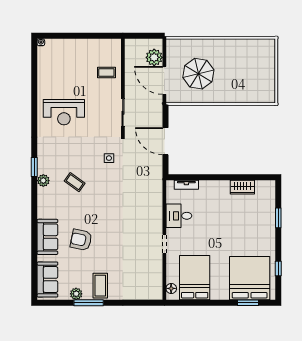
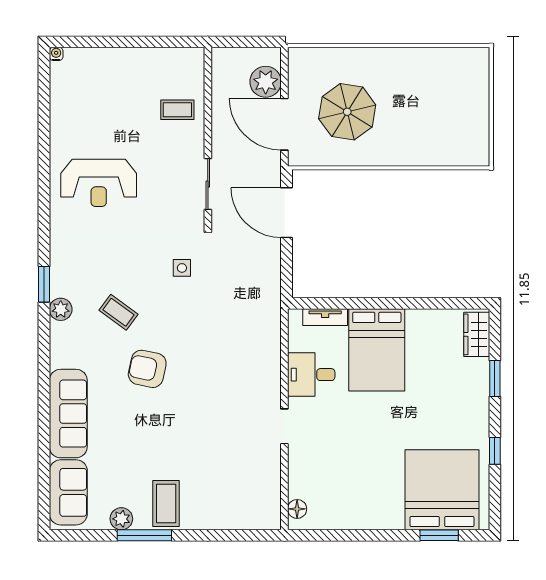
door: (165, 141) -> (287, 213), moved
wardrobe: (242, 187) -> (477, 334), moved, turned 90
sofa: (47, 237) -> (68, 414), width x1.36
armchair: (81, 240) -> (147, 369), moved
window: (278, 269) -> (495, 451), moved
bed: (195, 278) -> (377, 350), moved, turned 180

